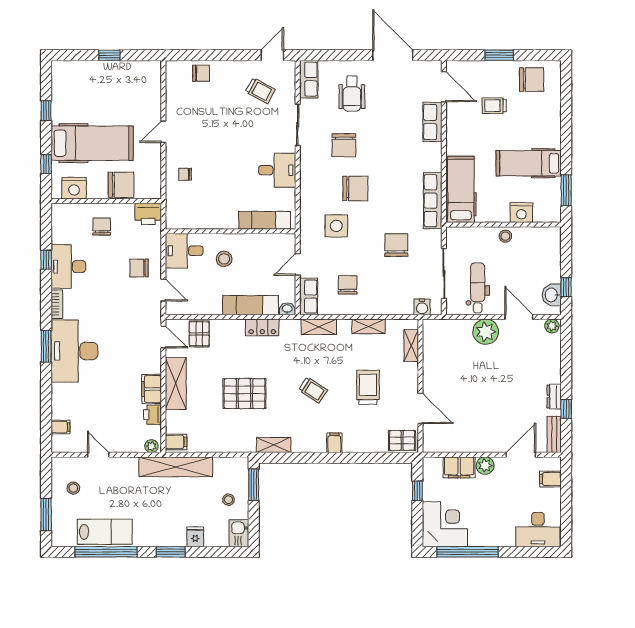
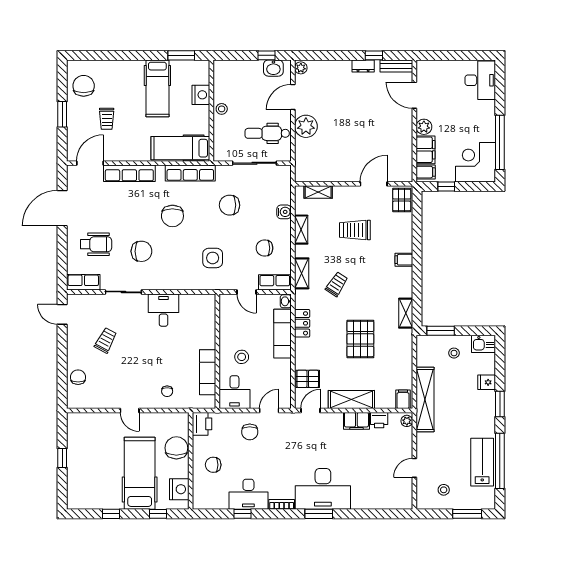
trolley: (260, 91) -> (106, 340), moved
row of seats: (432, 122) -> (129, 173), width x1.48
chair: (355, 189) -> (172, 216), moved, turned 180
exam couch: (265, 220) -> (208, 372), moved
water cooler: (422, 307) -> (284, 212), moved
trolley: (313, 390) -> (337, 284), moved
filing cabinet: (60, 427) -> (390, 501), removed
filing cabinet: (550, 479) -> (426, 172), moved, turned -90

